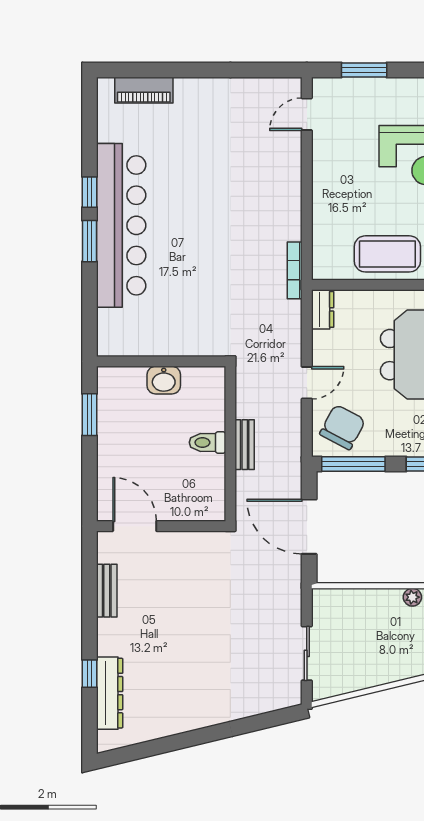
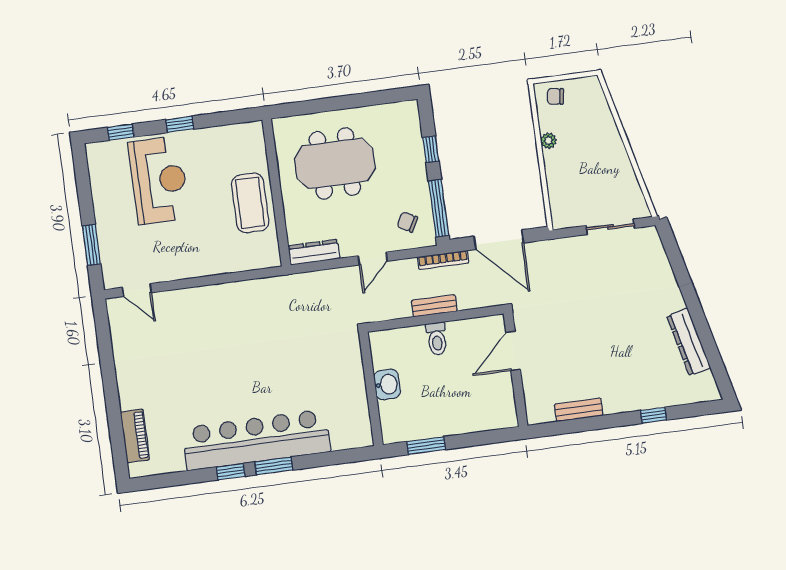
bookcase: (295, 270) -> (443, 260), moved
dresser: (323, 309) -> (314, 252), width x1.44
door: (307, 383) -> (373, 259), swing flipped
chair: (343, 427) -> (407, 222), width x0.54, depth x0.54
door: (135, 526) -> (513, 351), moved
door: (309, 527) -> (499, 240), hinge flipped
dresser: (110, 693) -> (689, 342), moved, turned -104

